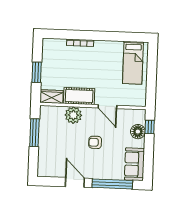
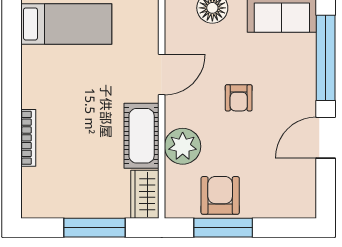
window: (37, 72) -> (95, 228), width x1.44
armchair: (50, 132) -> (220, 195), added

